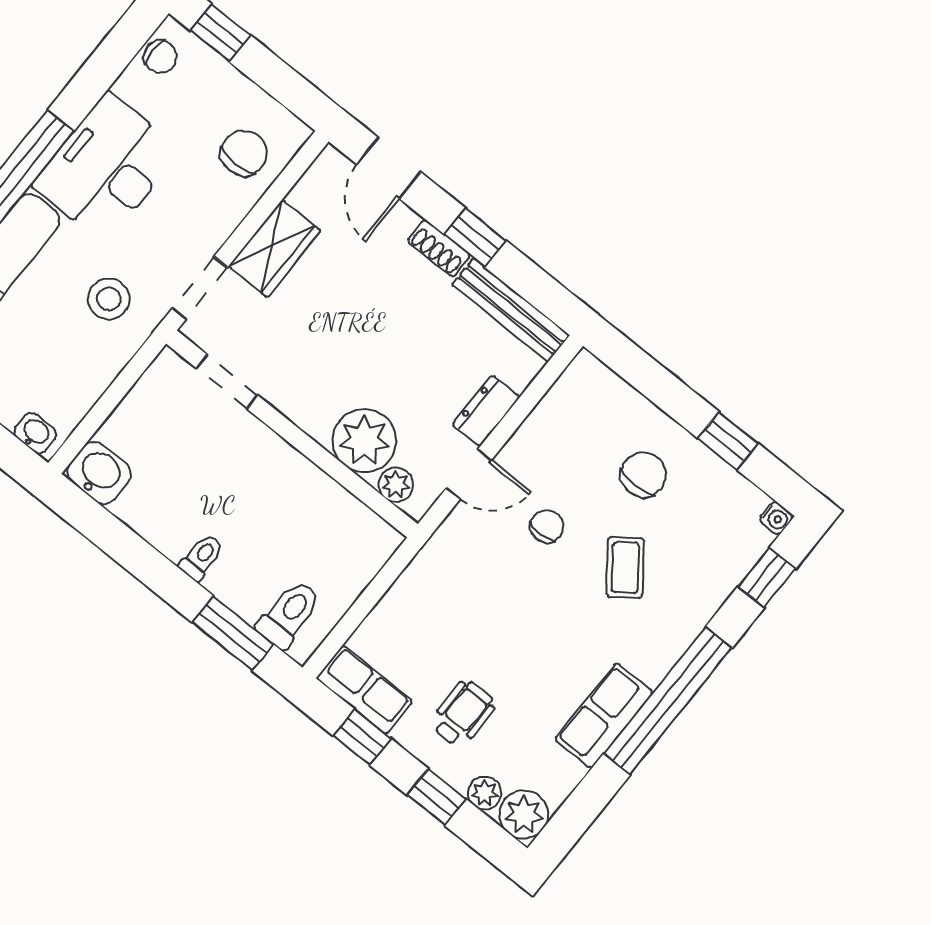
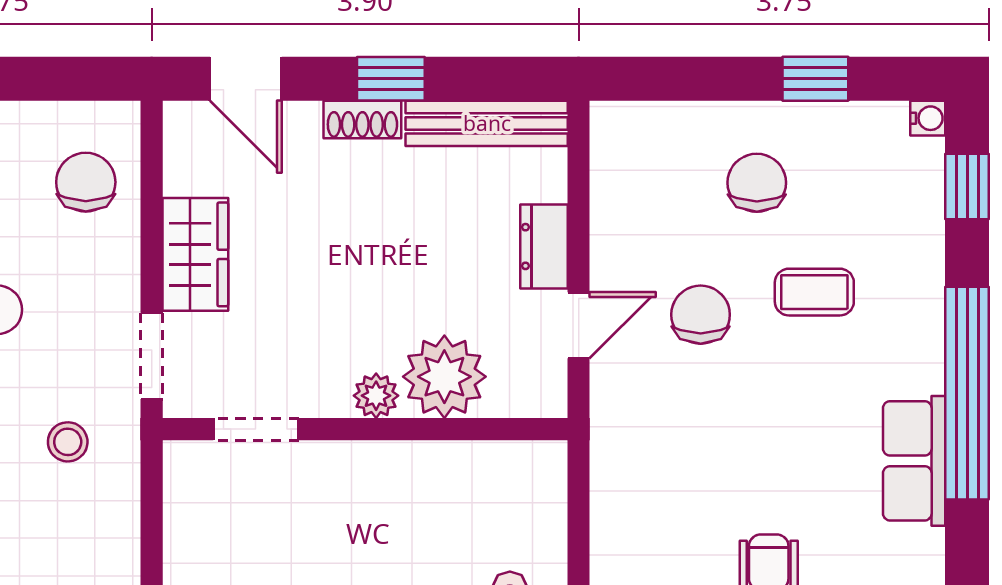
stool: (109, 299) -> (68, 442), width x0.73, depth x0.73
plant: (396, 485) -> (376, 396), moved
chair: (547, 526) -> (701, 315), width x1.37, depth x1.37
coffee table: (625, 567) -> (814, 292), turned -53

